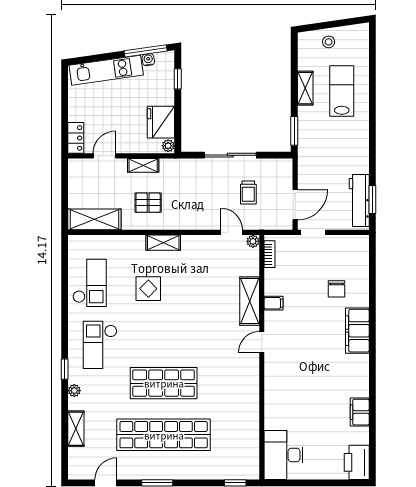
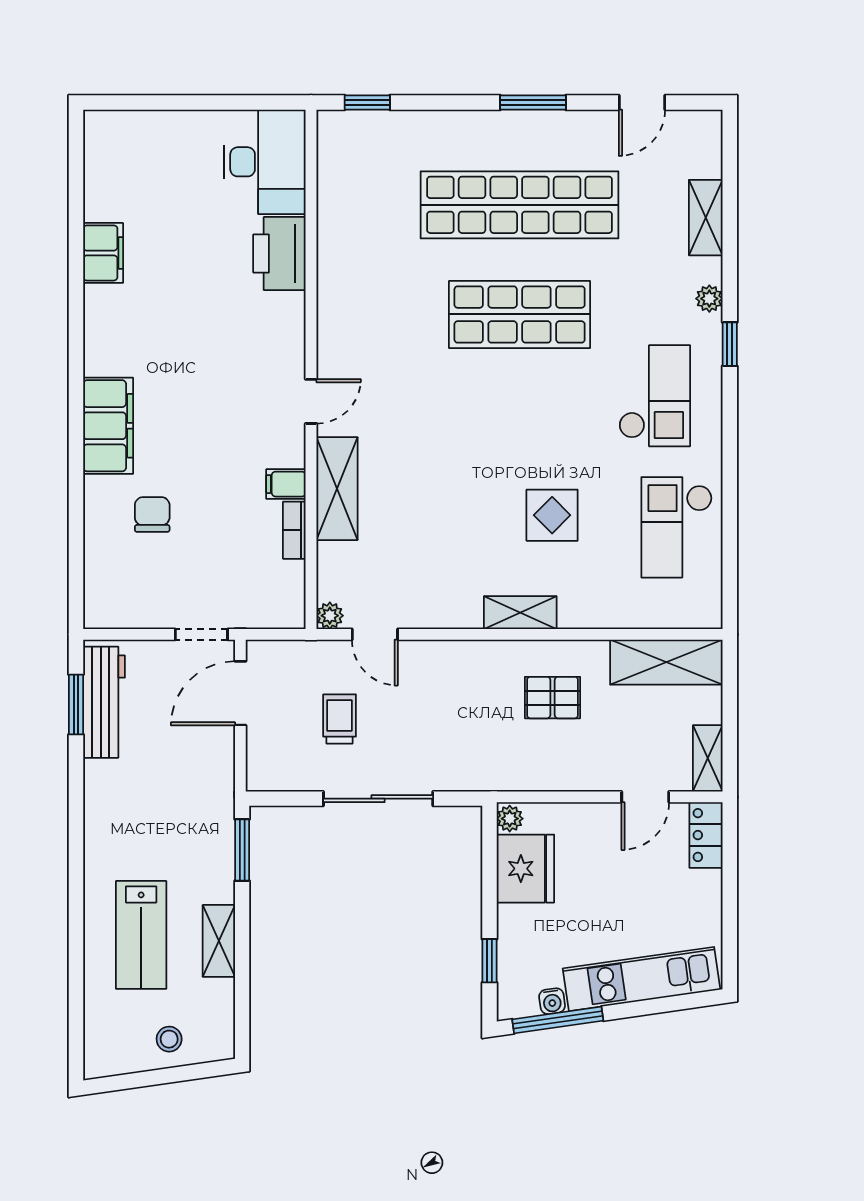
shelving: (143, 165) -> (708, 758), moved, turned 90
bookcase: (270, 254) -> (294, 530), moved
printer: (357, 462) -> (279, 253), moved, turned 180

